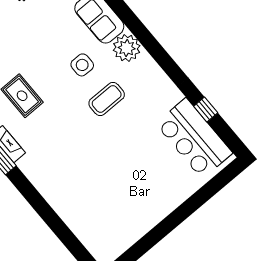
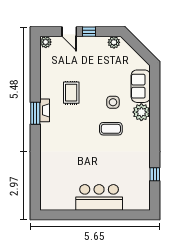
bar counter: (194, 138) -> (99, 197), moved, turned 90

